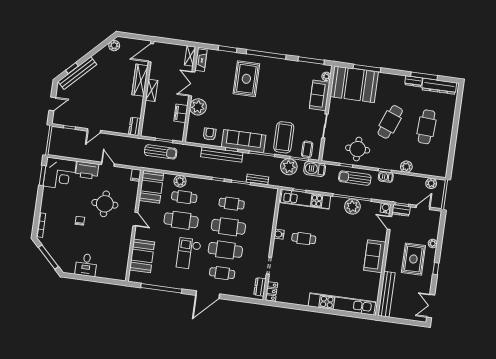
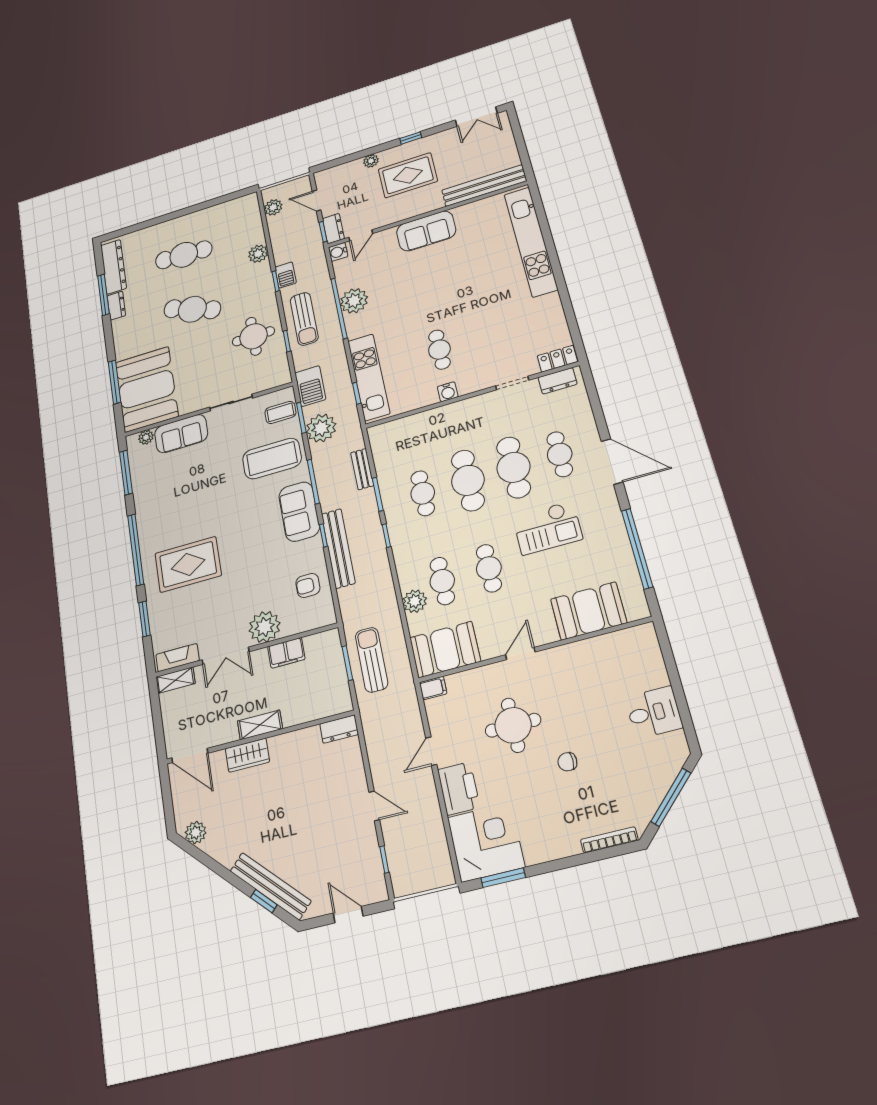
wardrobe: (140, 80) -> (247, 755), width x0.67
sofa: (244, 141) -> (299, 512), width x0.73
cafe table: (181, 220) -> (489, 568), width x0.73, depth x0.74

